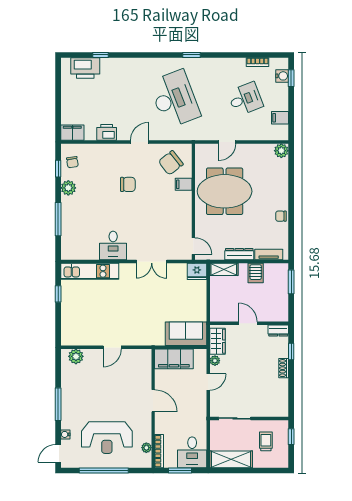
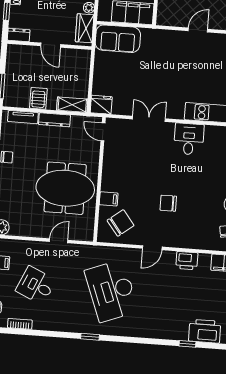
desk: (245, 99) -> (36, 285), turned 45

